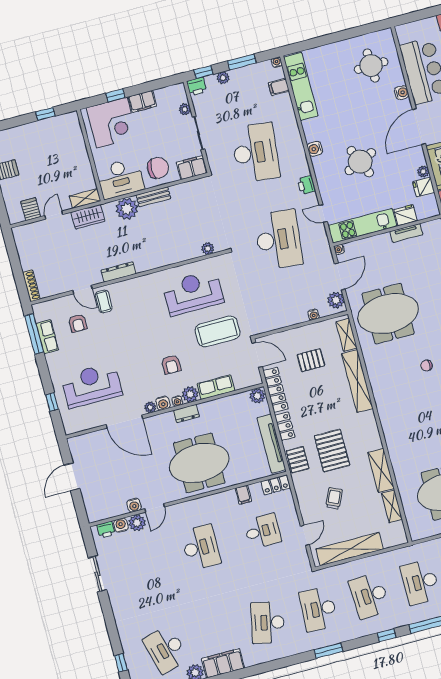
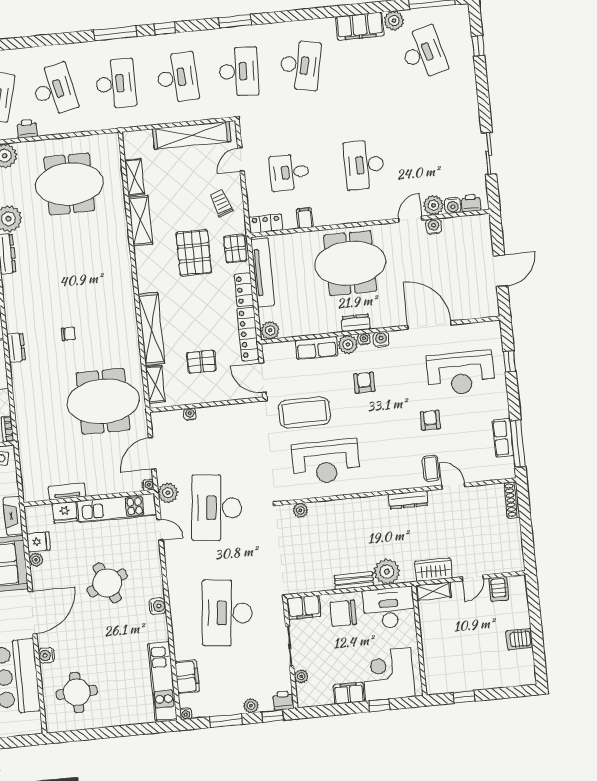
filing cabinet: (279, 87) -> (187, 677), width x2.00
printer: (306, 185) -> (174, 566), removed
plant: (336, 300) -> (168, 493), moved
armchair: (78, 323) -> (430, 420), moved
plant: (150, 407) -> (397, 337), removed
trolley: (334, 498) -> (221, 203), moved, turned 137

